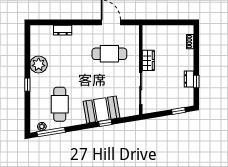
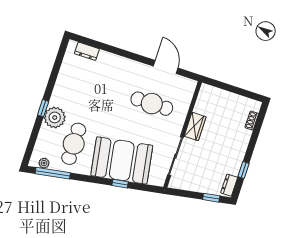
dresser: (63, 30) -> (87, 51), moved
plant: (39, 64) -> (55, 117), moved
dresser: (189, 79) -> (229, 185), moved
booth: (101, 110) -> (122, 160), width x1.36, depth x1.42

